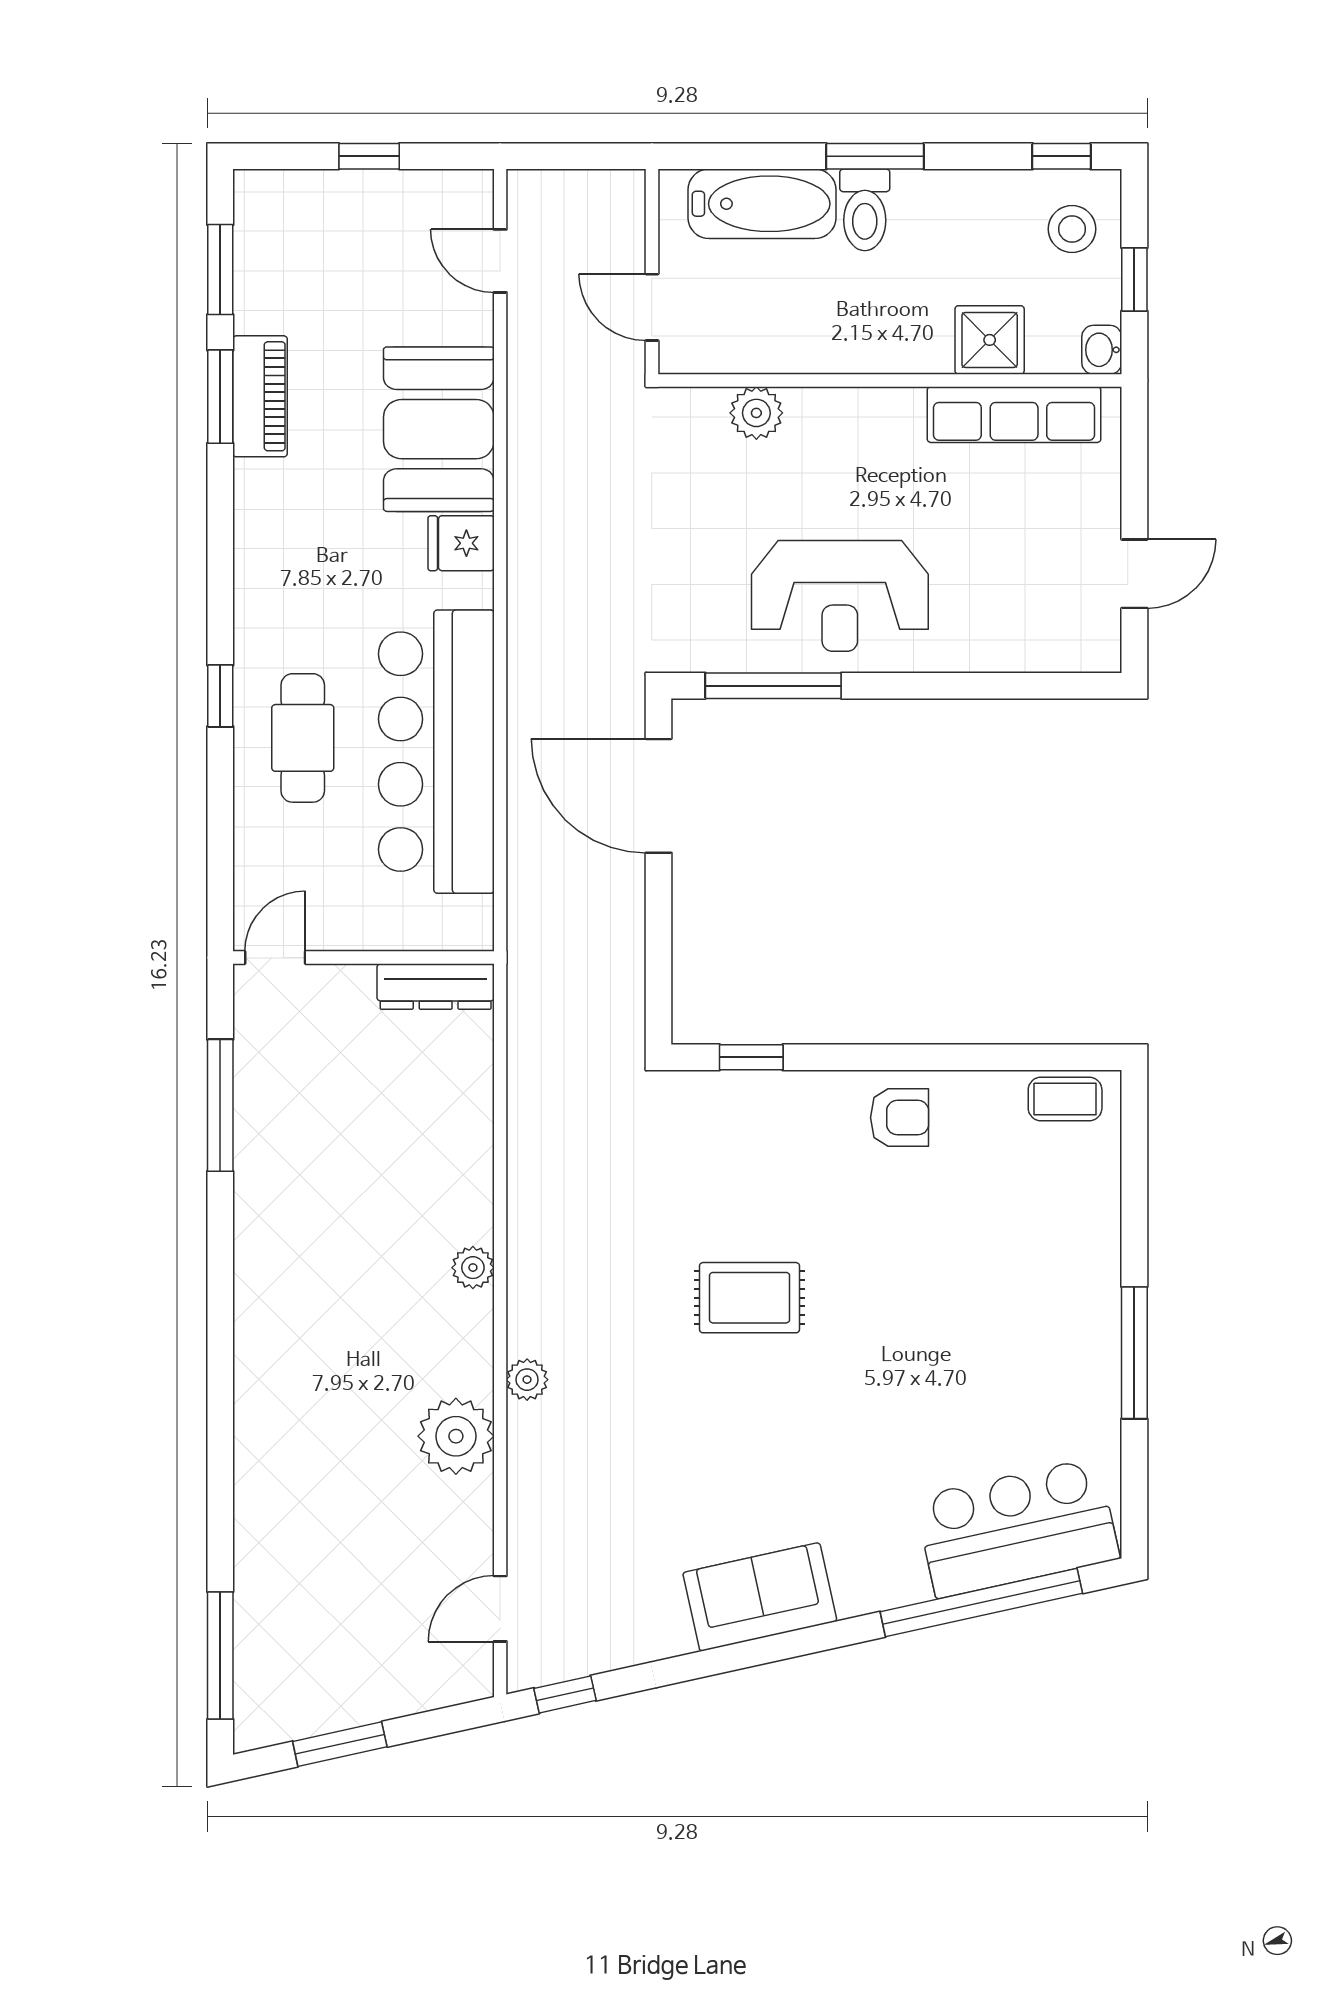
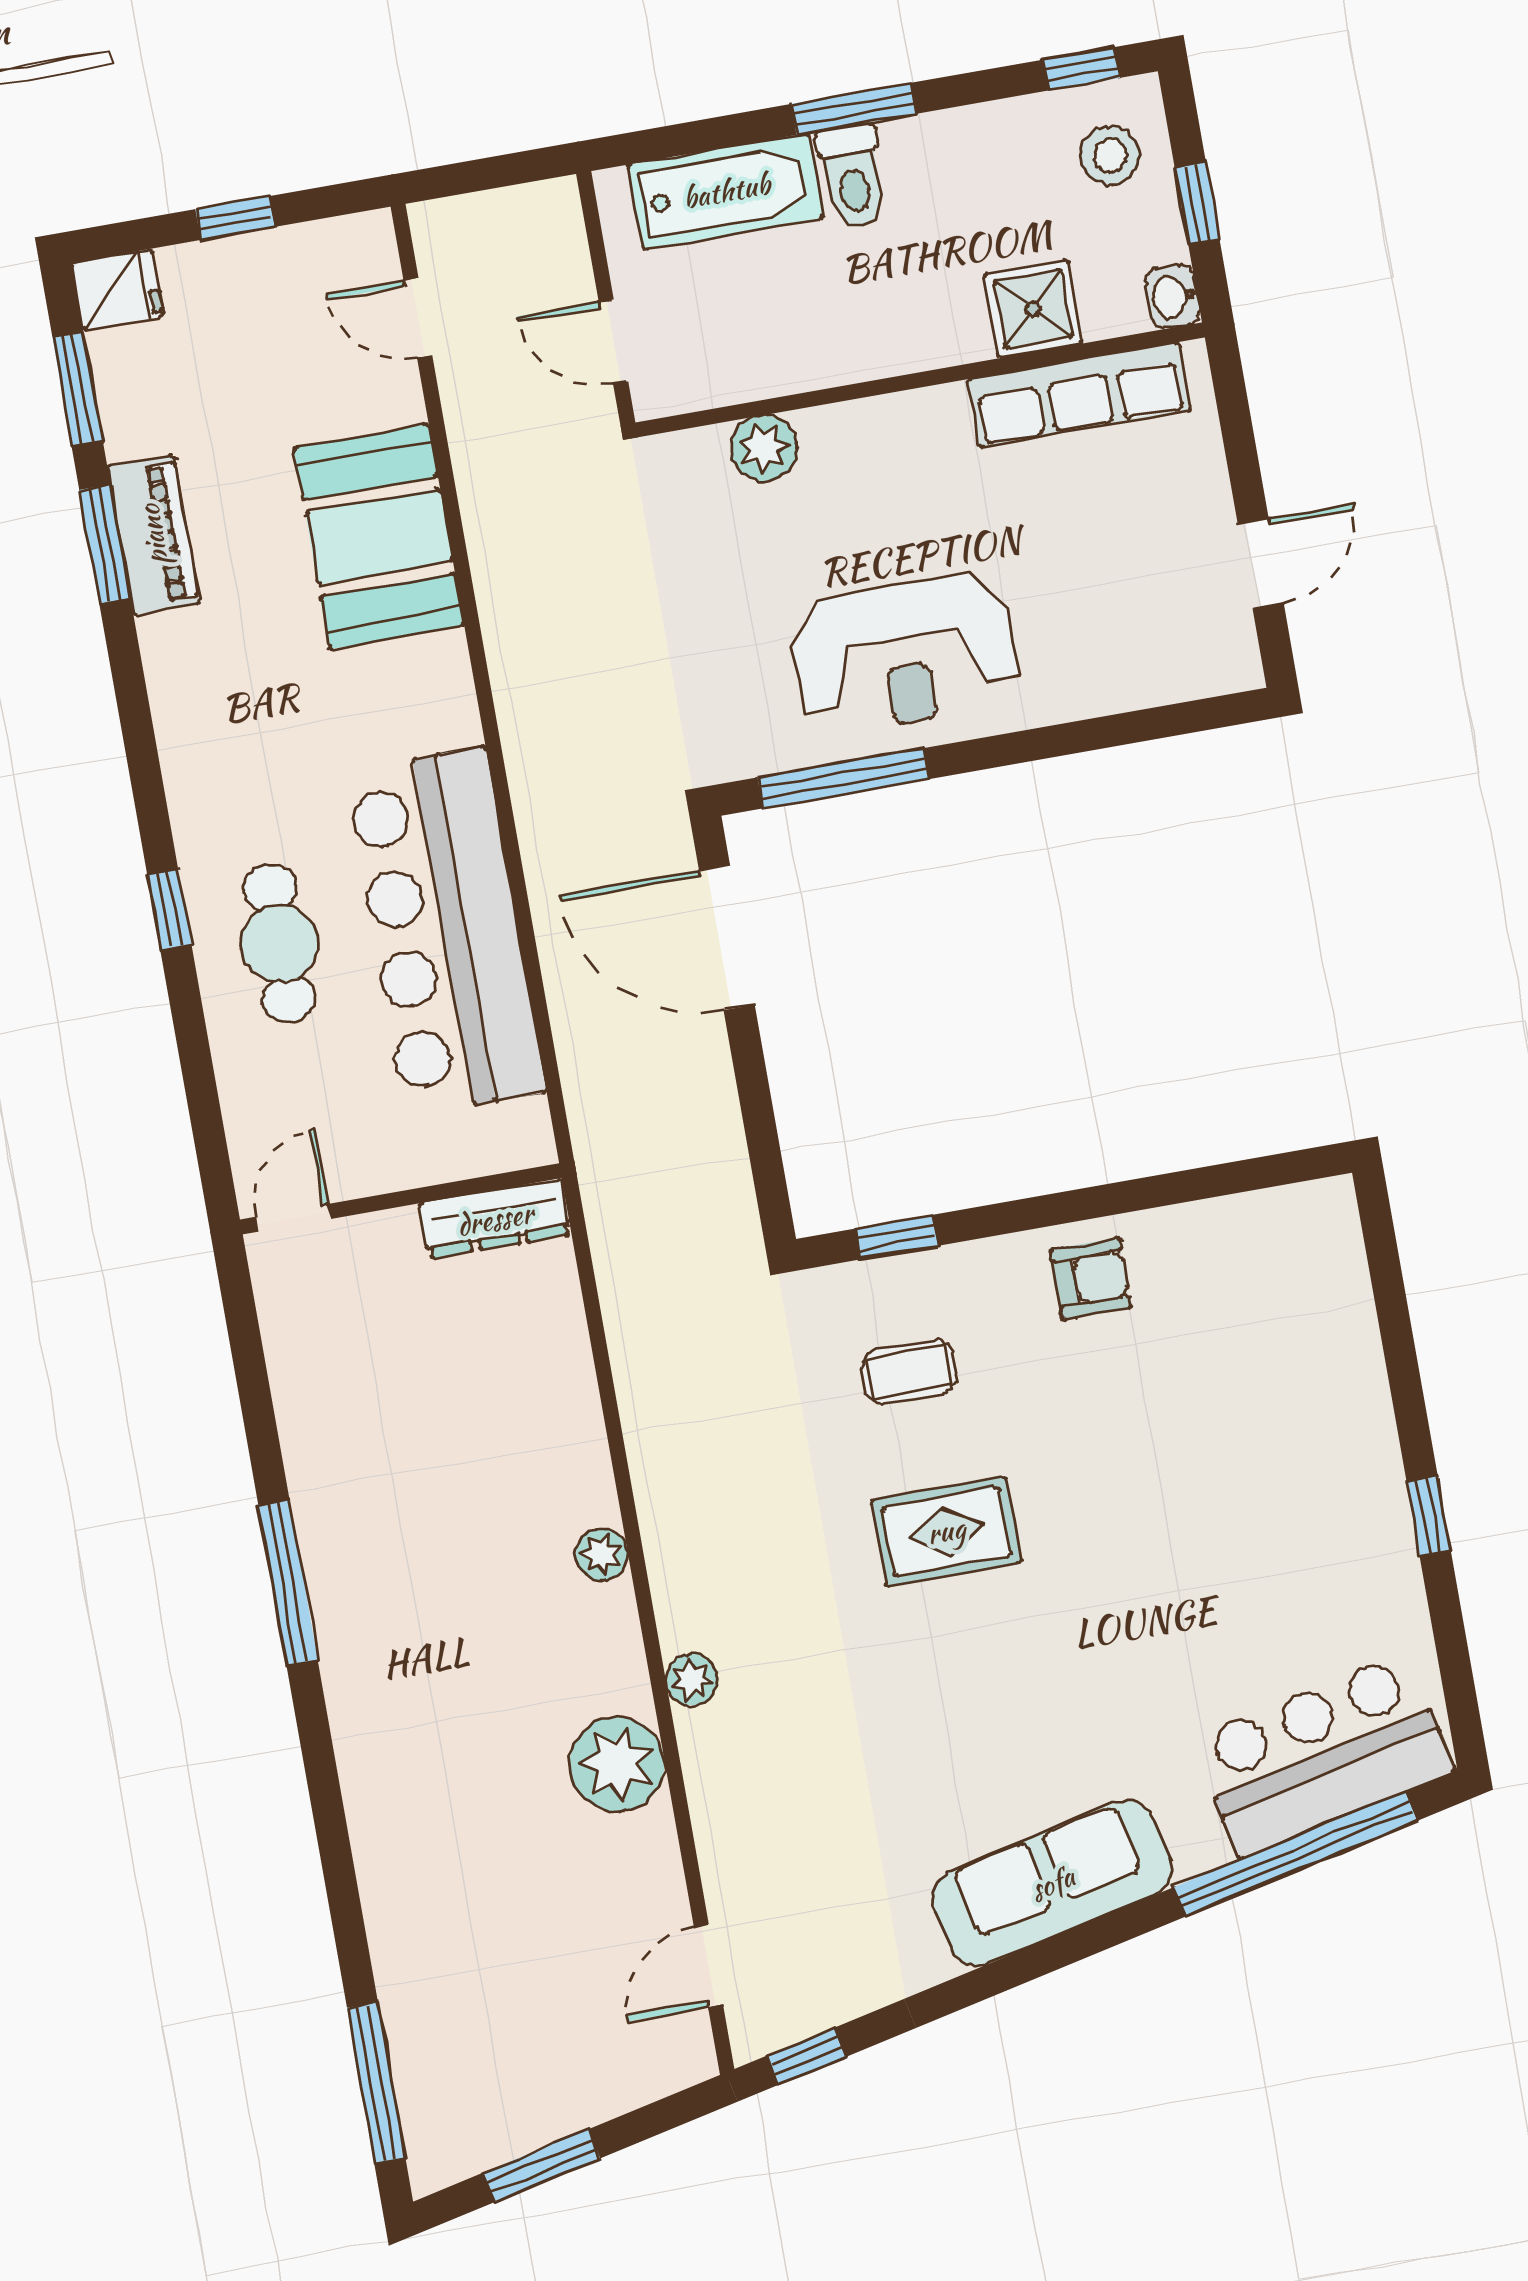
fridge: (461, 543) -> (117, 290), moved, turned 180
coffee table: (1065, 1099) -> (909, 1372), moved
window: (220, 1105) -> (288, 1583), moved
window: (1134, 1353) -> (1429, 1516), width x0.46
sofa: (760, 1597) -> (1052, 1883), width x1.36

